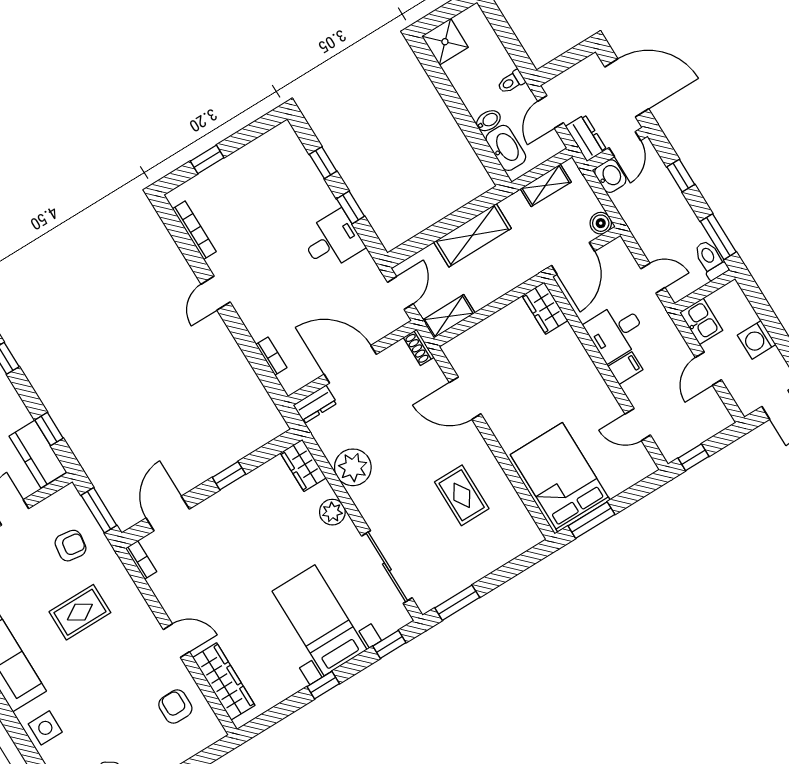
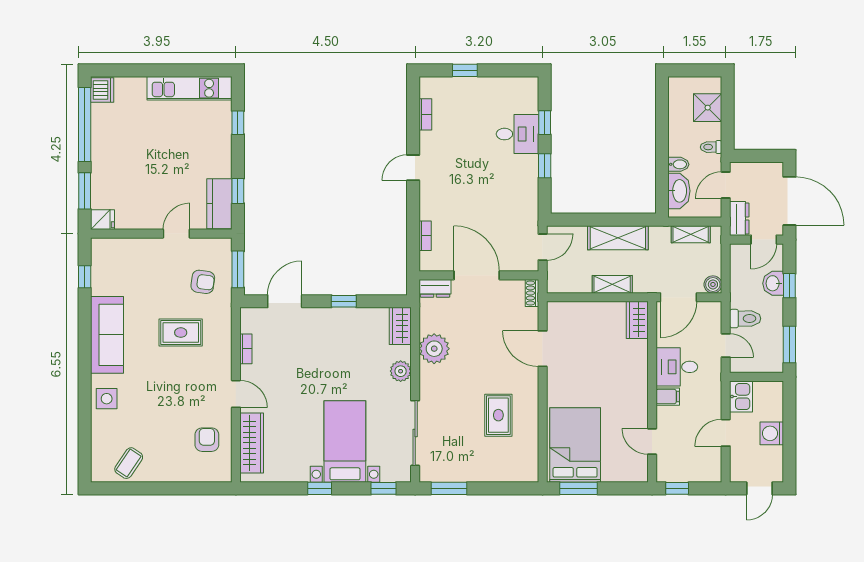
shower: (445, 42) -> (708, 108), moved
washbasin: (610, 176) -> (773, 283), moved, turned 180
bookcase: (194, 230) -> (425, 114), width x0.64
desk: (332, 241) -> (517, 134), moved
toilet: (711, 260) -> (745, 319), moved, turned 90
shelving: (449, 316) -> (612, 284), moved
bookcase: (141, 560) -> (246, 349), moved

